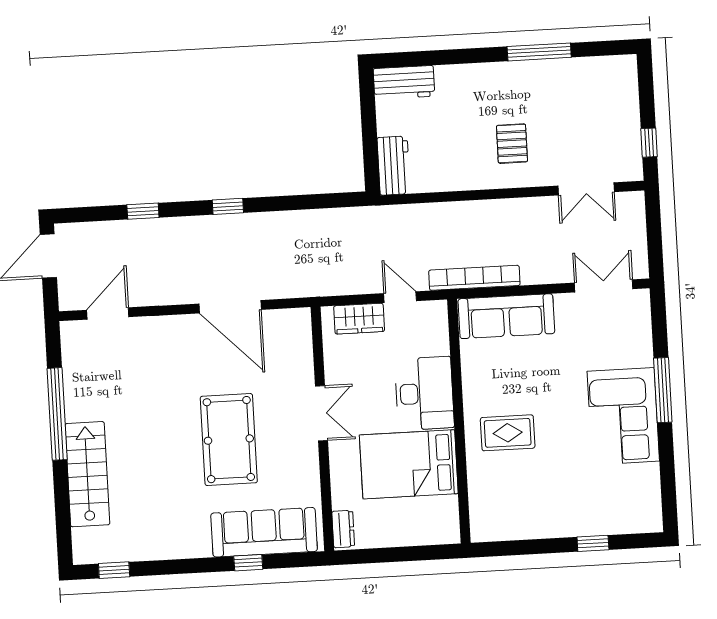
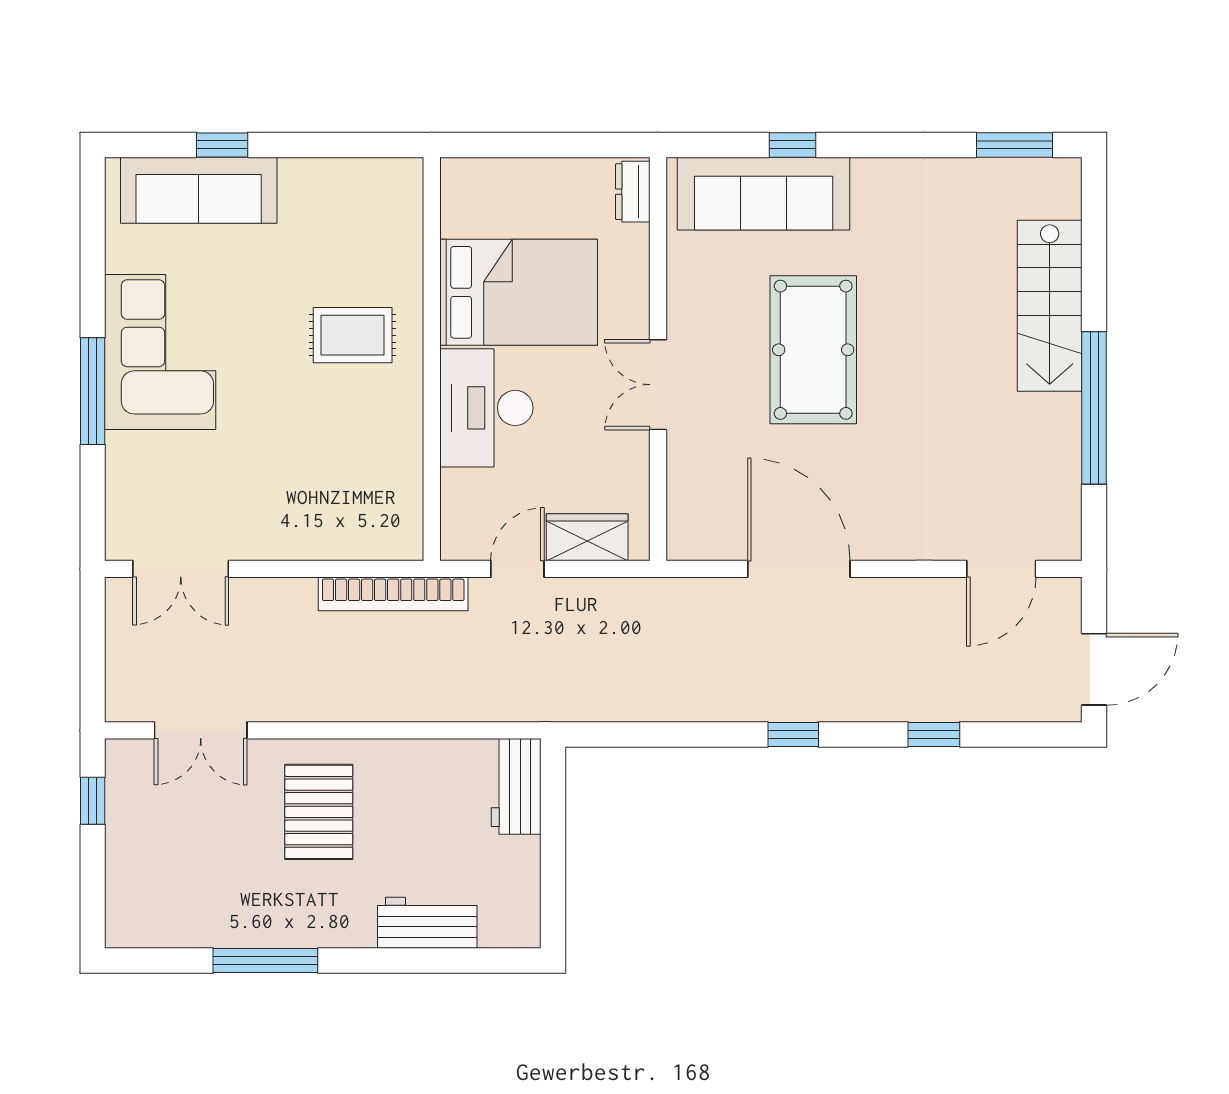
workbench: (404, 82) -> (427, 923), moved
pallet: (512, 144) -> (319, 812), width x1.50, depth x1.42
double door: (586, 189) -> (201, 730), swing flipped
door: (400, 297) -> (517, 569), swing flipped
sofa: (506, 316) -> (199, 190), moved, turned 180
window: (114, 570) -> (1015, 145), width x1.50

